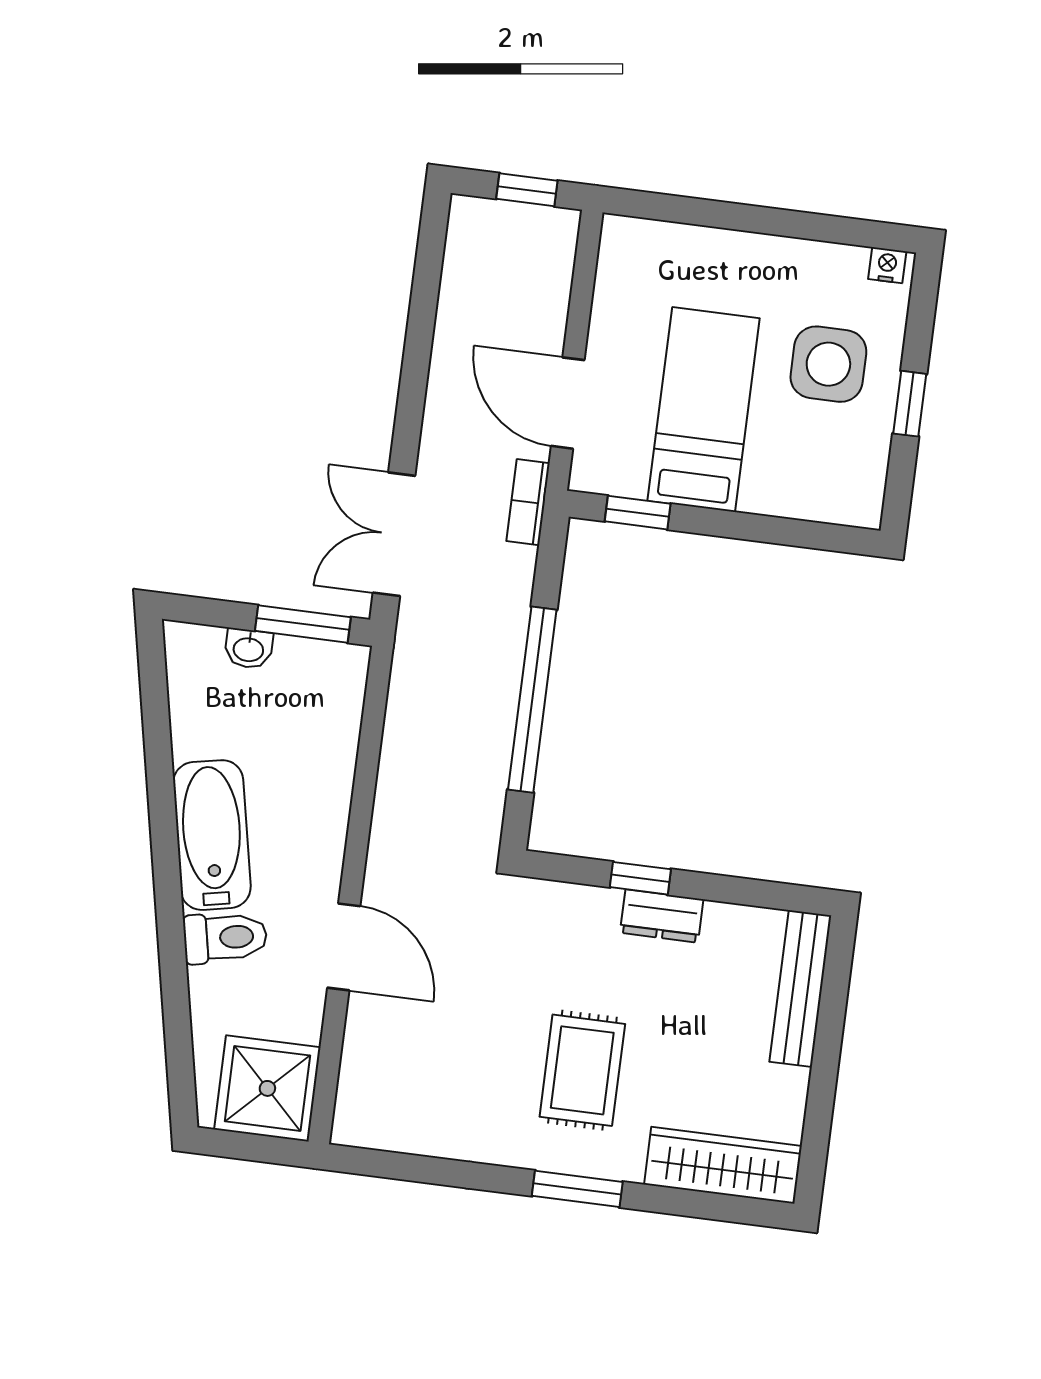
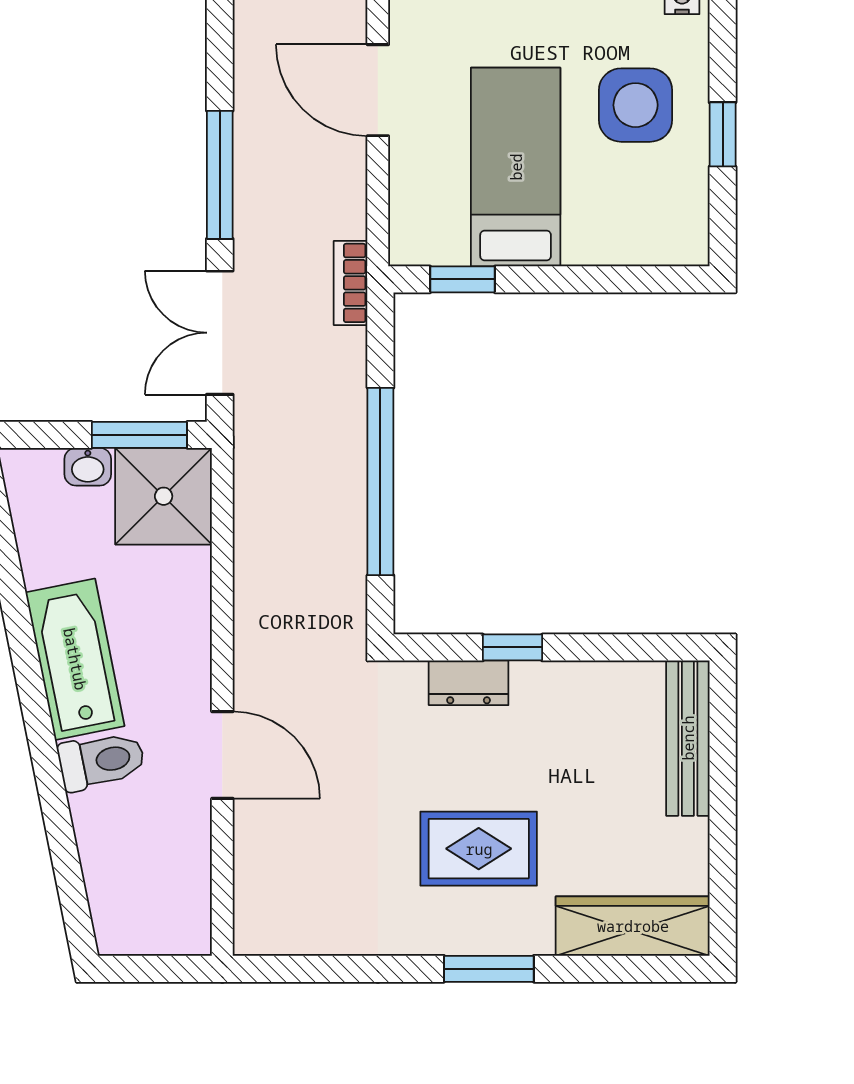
window: (414, 380) -> (220, 175), added
door: (568, 403) -> (378, 90), moved
dresser: (662, 916) -> (469, 683), moved
rug: (582, 1070) -> (479, 849), turned 90
shower: (267, 1088) -> (164, 496), moved

